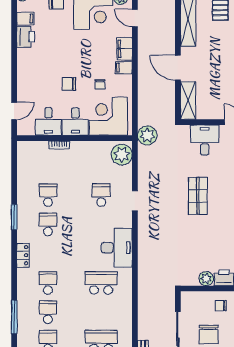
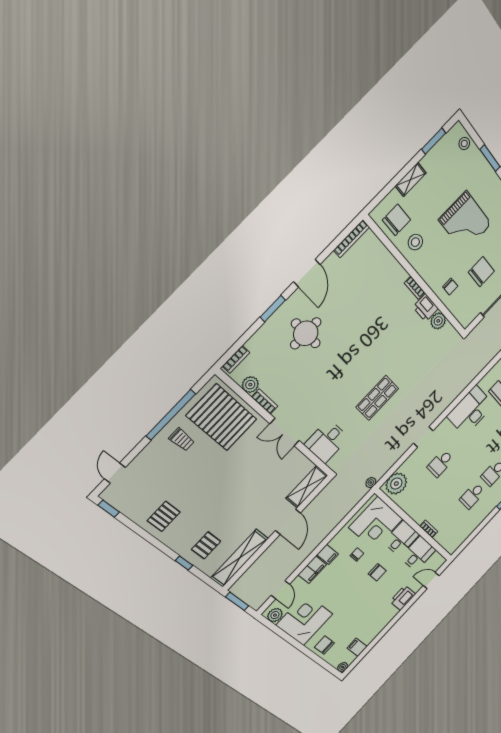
printer: (26, 37) -> (403, 598), moved
plant: (147, 135) -> (371, 483), width x0.53, depth x0.53

